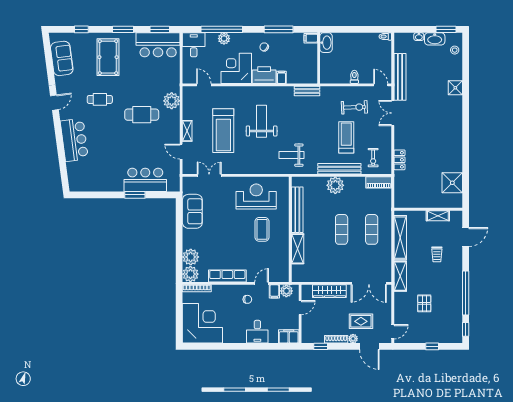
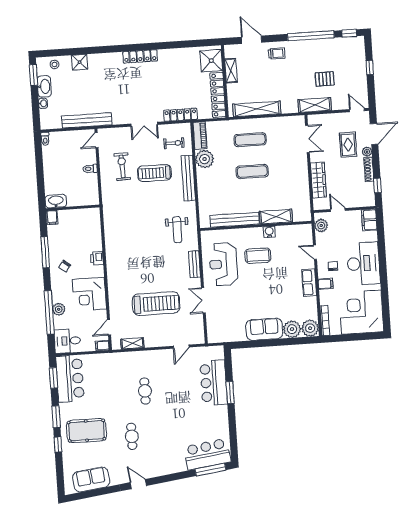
window: (81, 29) -> (58, 444), moved
printer: (264, 75) -> (97, 258), width x0.53, depth x0.68
filing cabinet: (281, 77) -> (102, 346), moved
shower: (455, 88) -> (80, 62), moved
bench: (307, 91) -> (195, 264), moved
plant: (172, 101) -> (128, 360), removed
double door: (393, 113) -> (144, 124), moved
cafe table: (142, 115) -> (145, 391), width x0.73, depth x0.74
weight bench: (262, 121) -> (143, 264), removed
shelving: (187, 131) -> (132, 343), moved
locker: (457, 131) -> (140, 56), added
bar counter: (74, 140) -> (207, 454), moved
locker: (399, 160) -> (180, 115), width x1.53
window: (64, 171) -> (210, 470), added
double door: (209, 175) -> (203, 300), moved
shower: (452, 183) -> (211, 61), moved
plant: (335, 185) -> (205, 159), moved
locker: (416, 202) -> (218, 95), added
sofa: (192, 211) -> (264, 329), moved
water cooler: (284, 242) -> (269, 232), added
trolley: (437, 254) -> (277, 53), moved
row of seats: (227, 276) -> (309, 283), width x0.68
shelving: (400, 276) -> (315, 105), moved
double door: (369, 283) -> (307, 139), width x0.73
filing cabinet: (274, 291) -> (326, 284), moved
desk: (257, 332) -> (363, 263), width x1.87, depth x1.30

